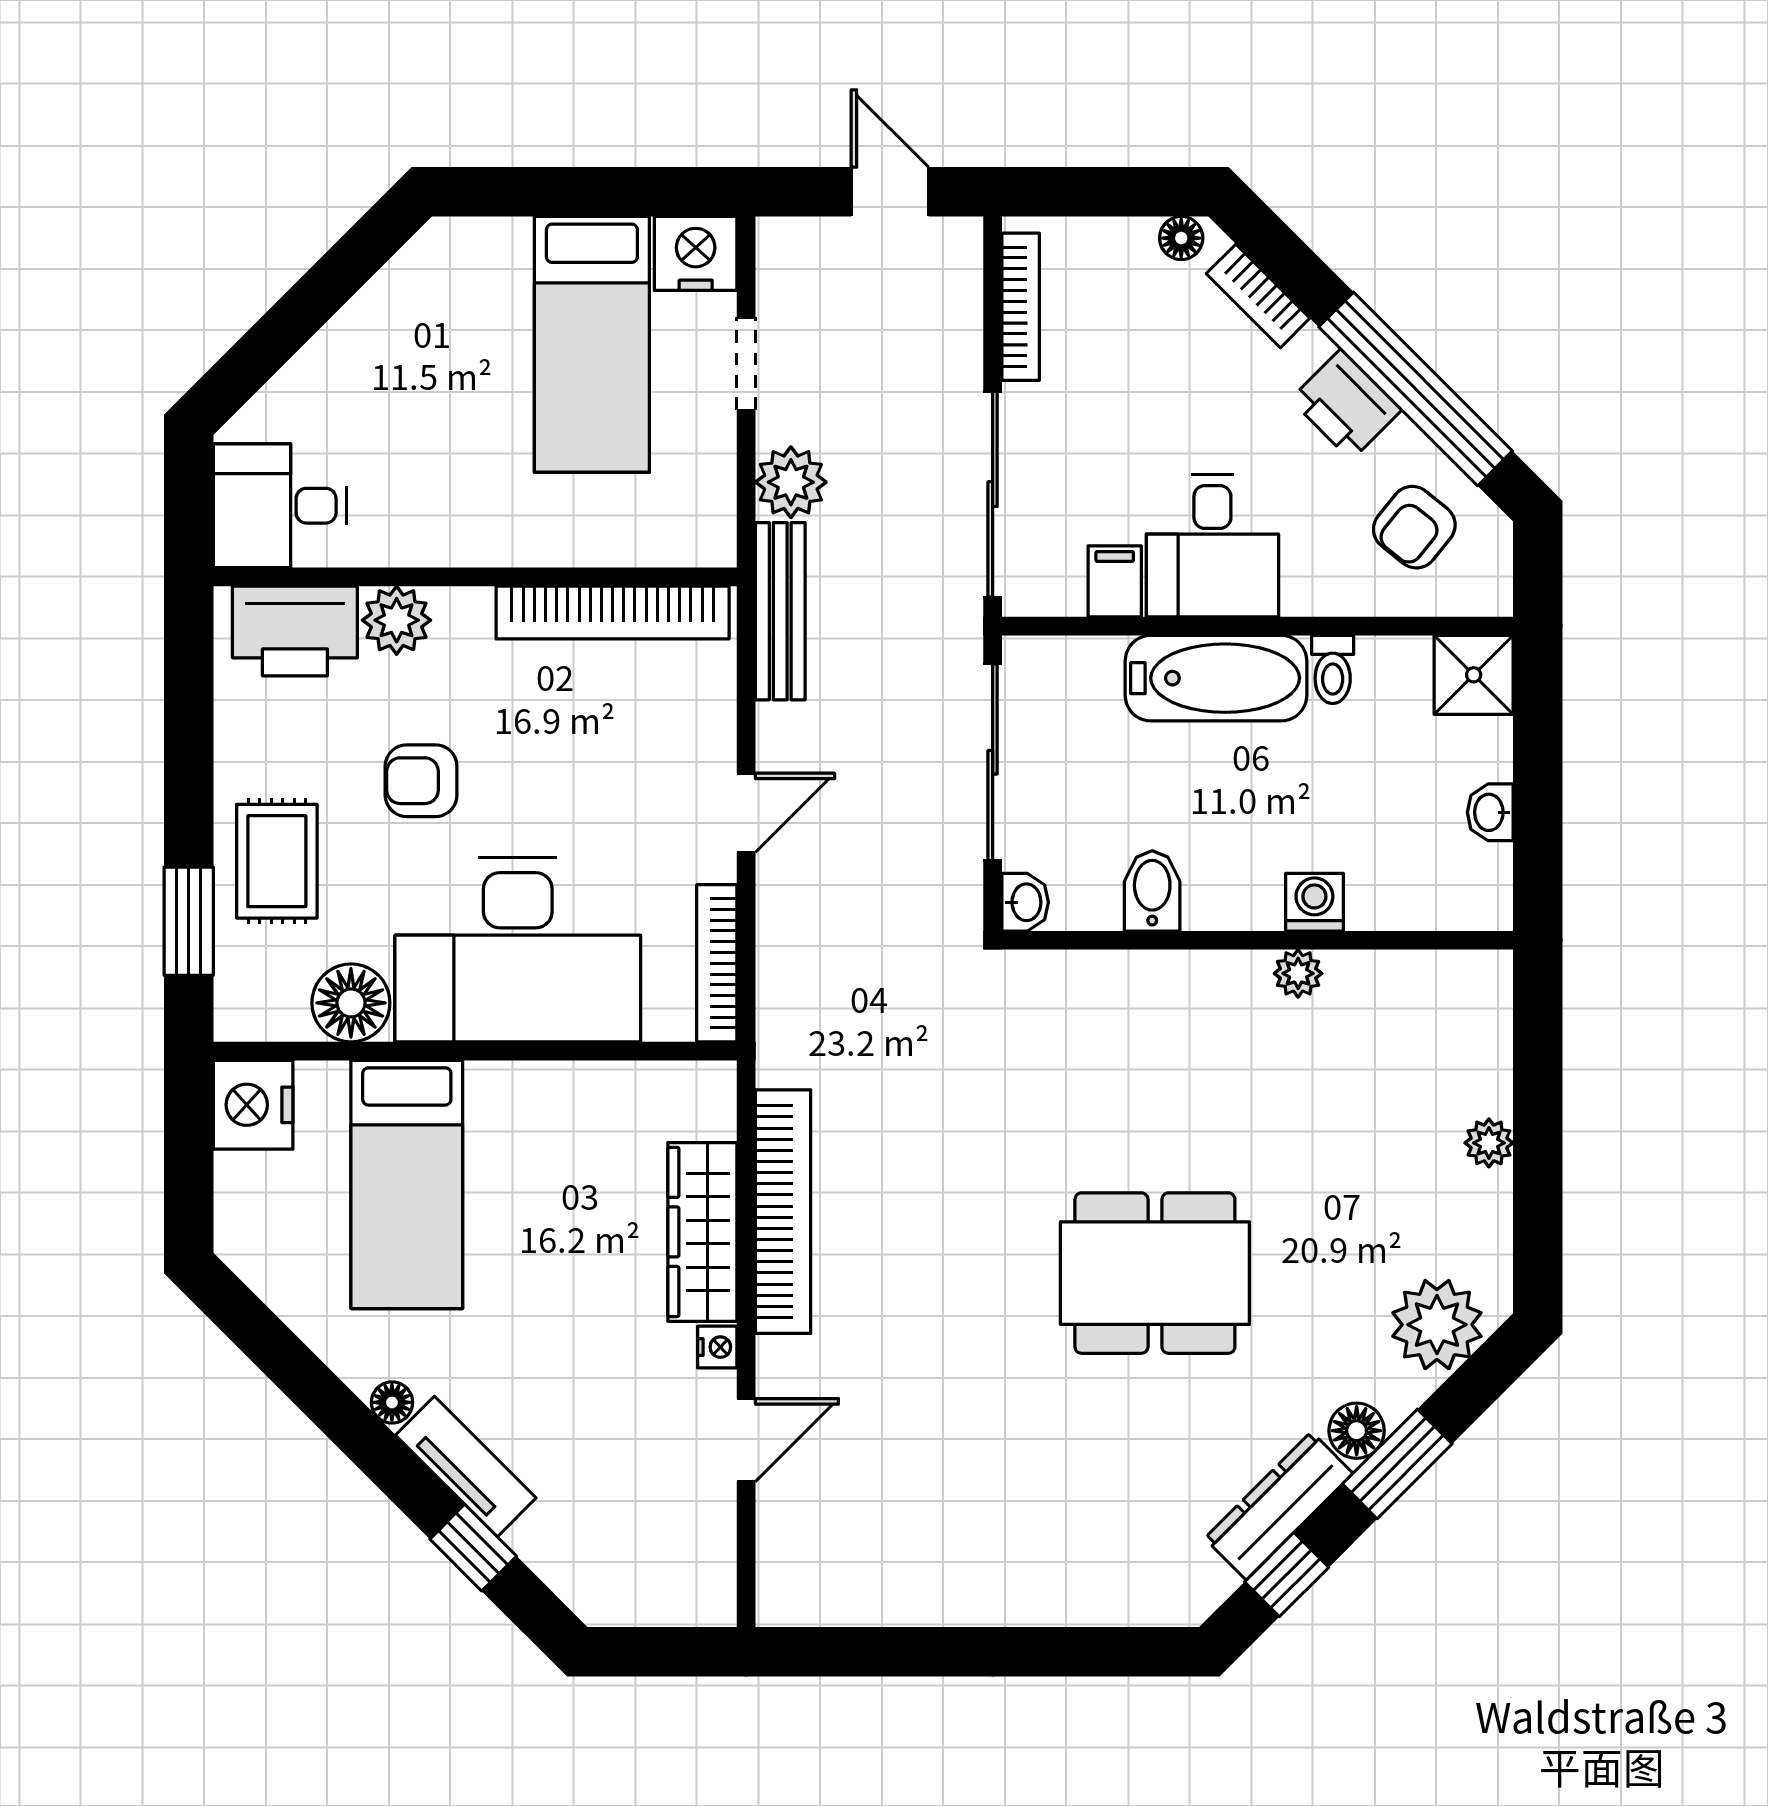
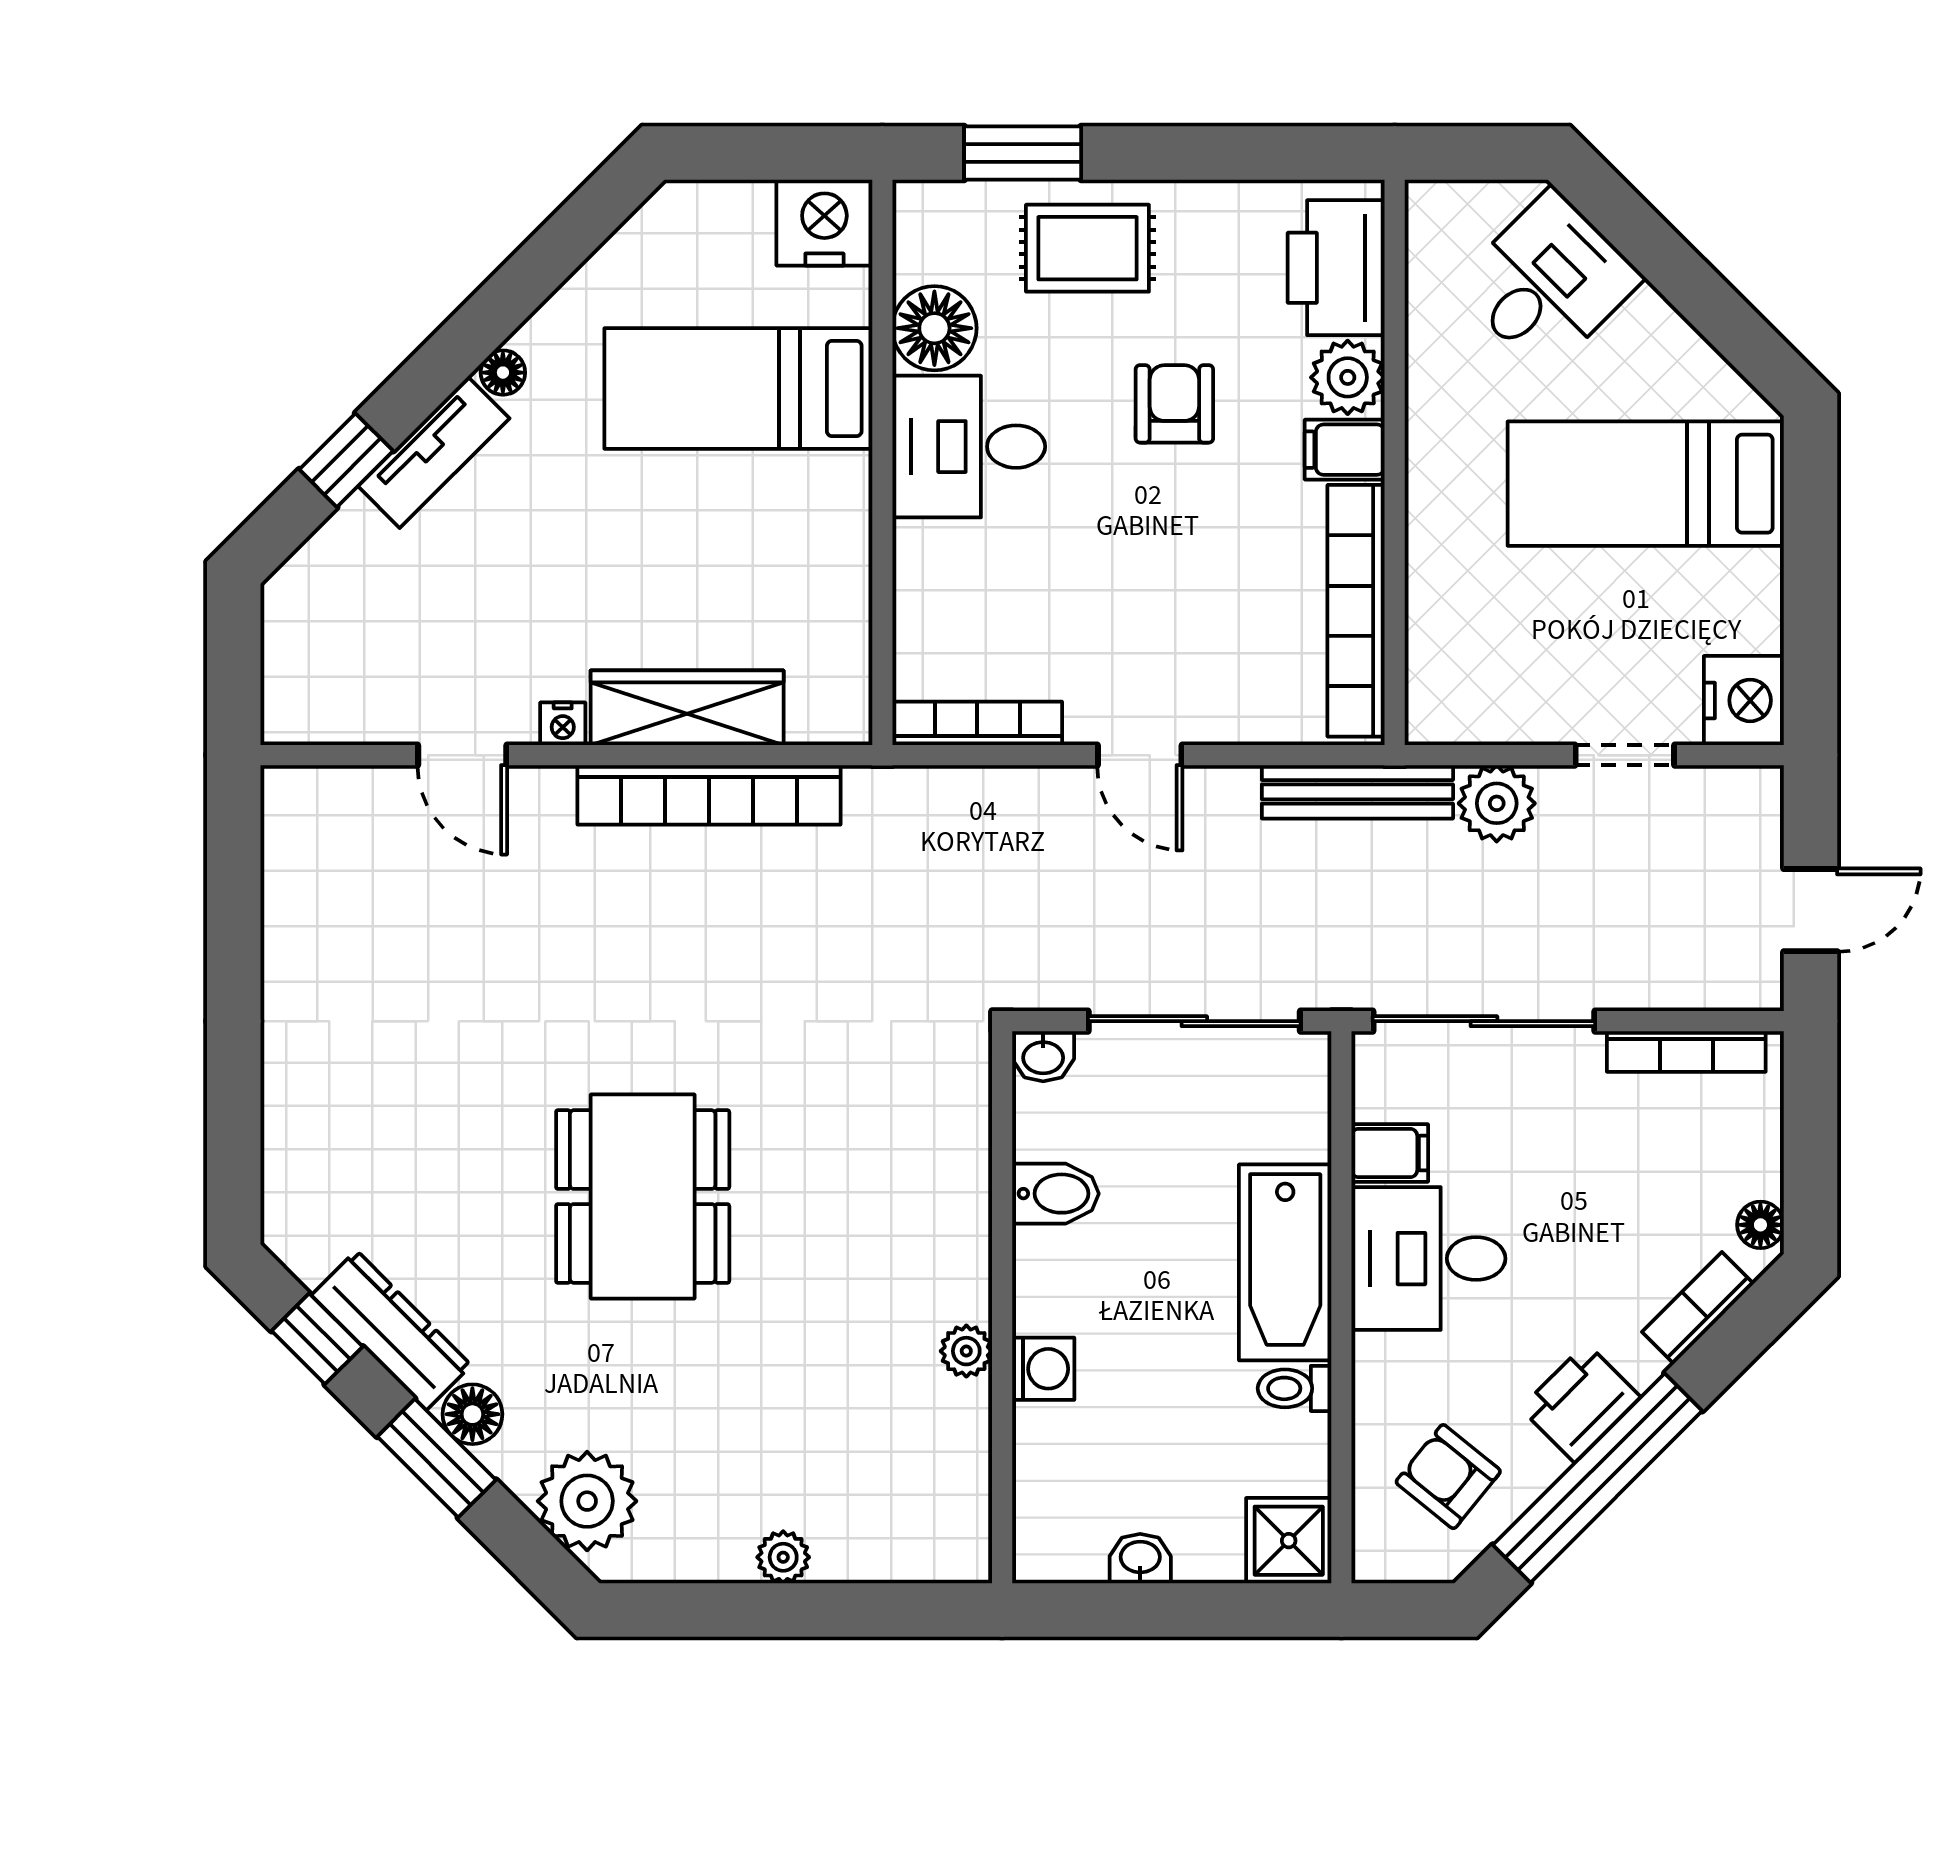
bed: (592, 344) -> (1646, 484), moved
desk: (280, 506) -> (1548, 282), moved, turned 45
filing cabinet: (463, 623) -> (1345, 450), added
desk: (518, 950) -> (969, 447), width x0.53, depth x0.77

